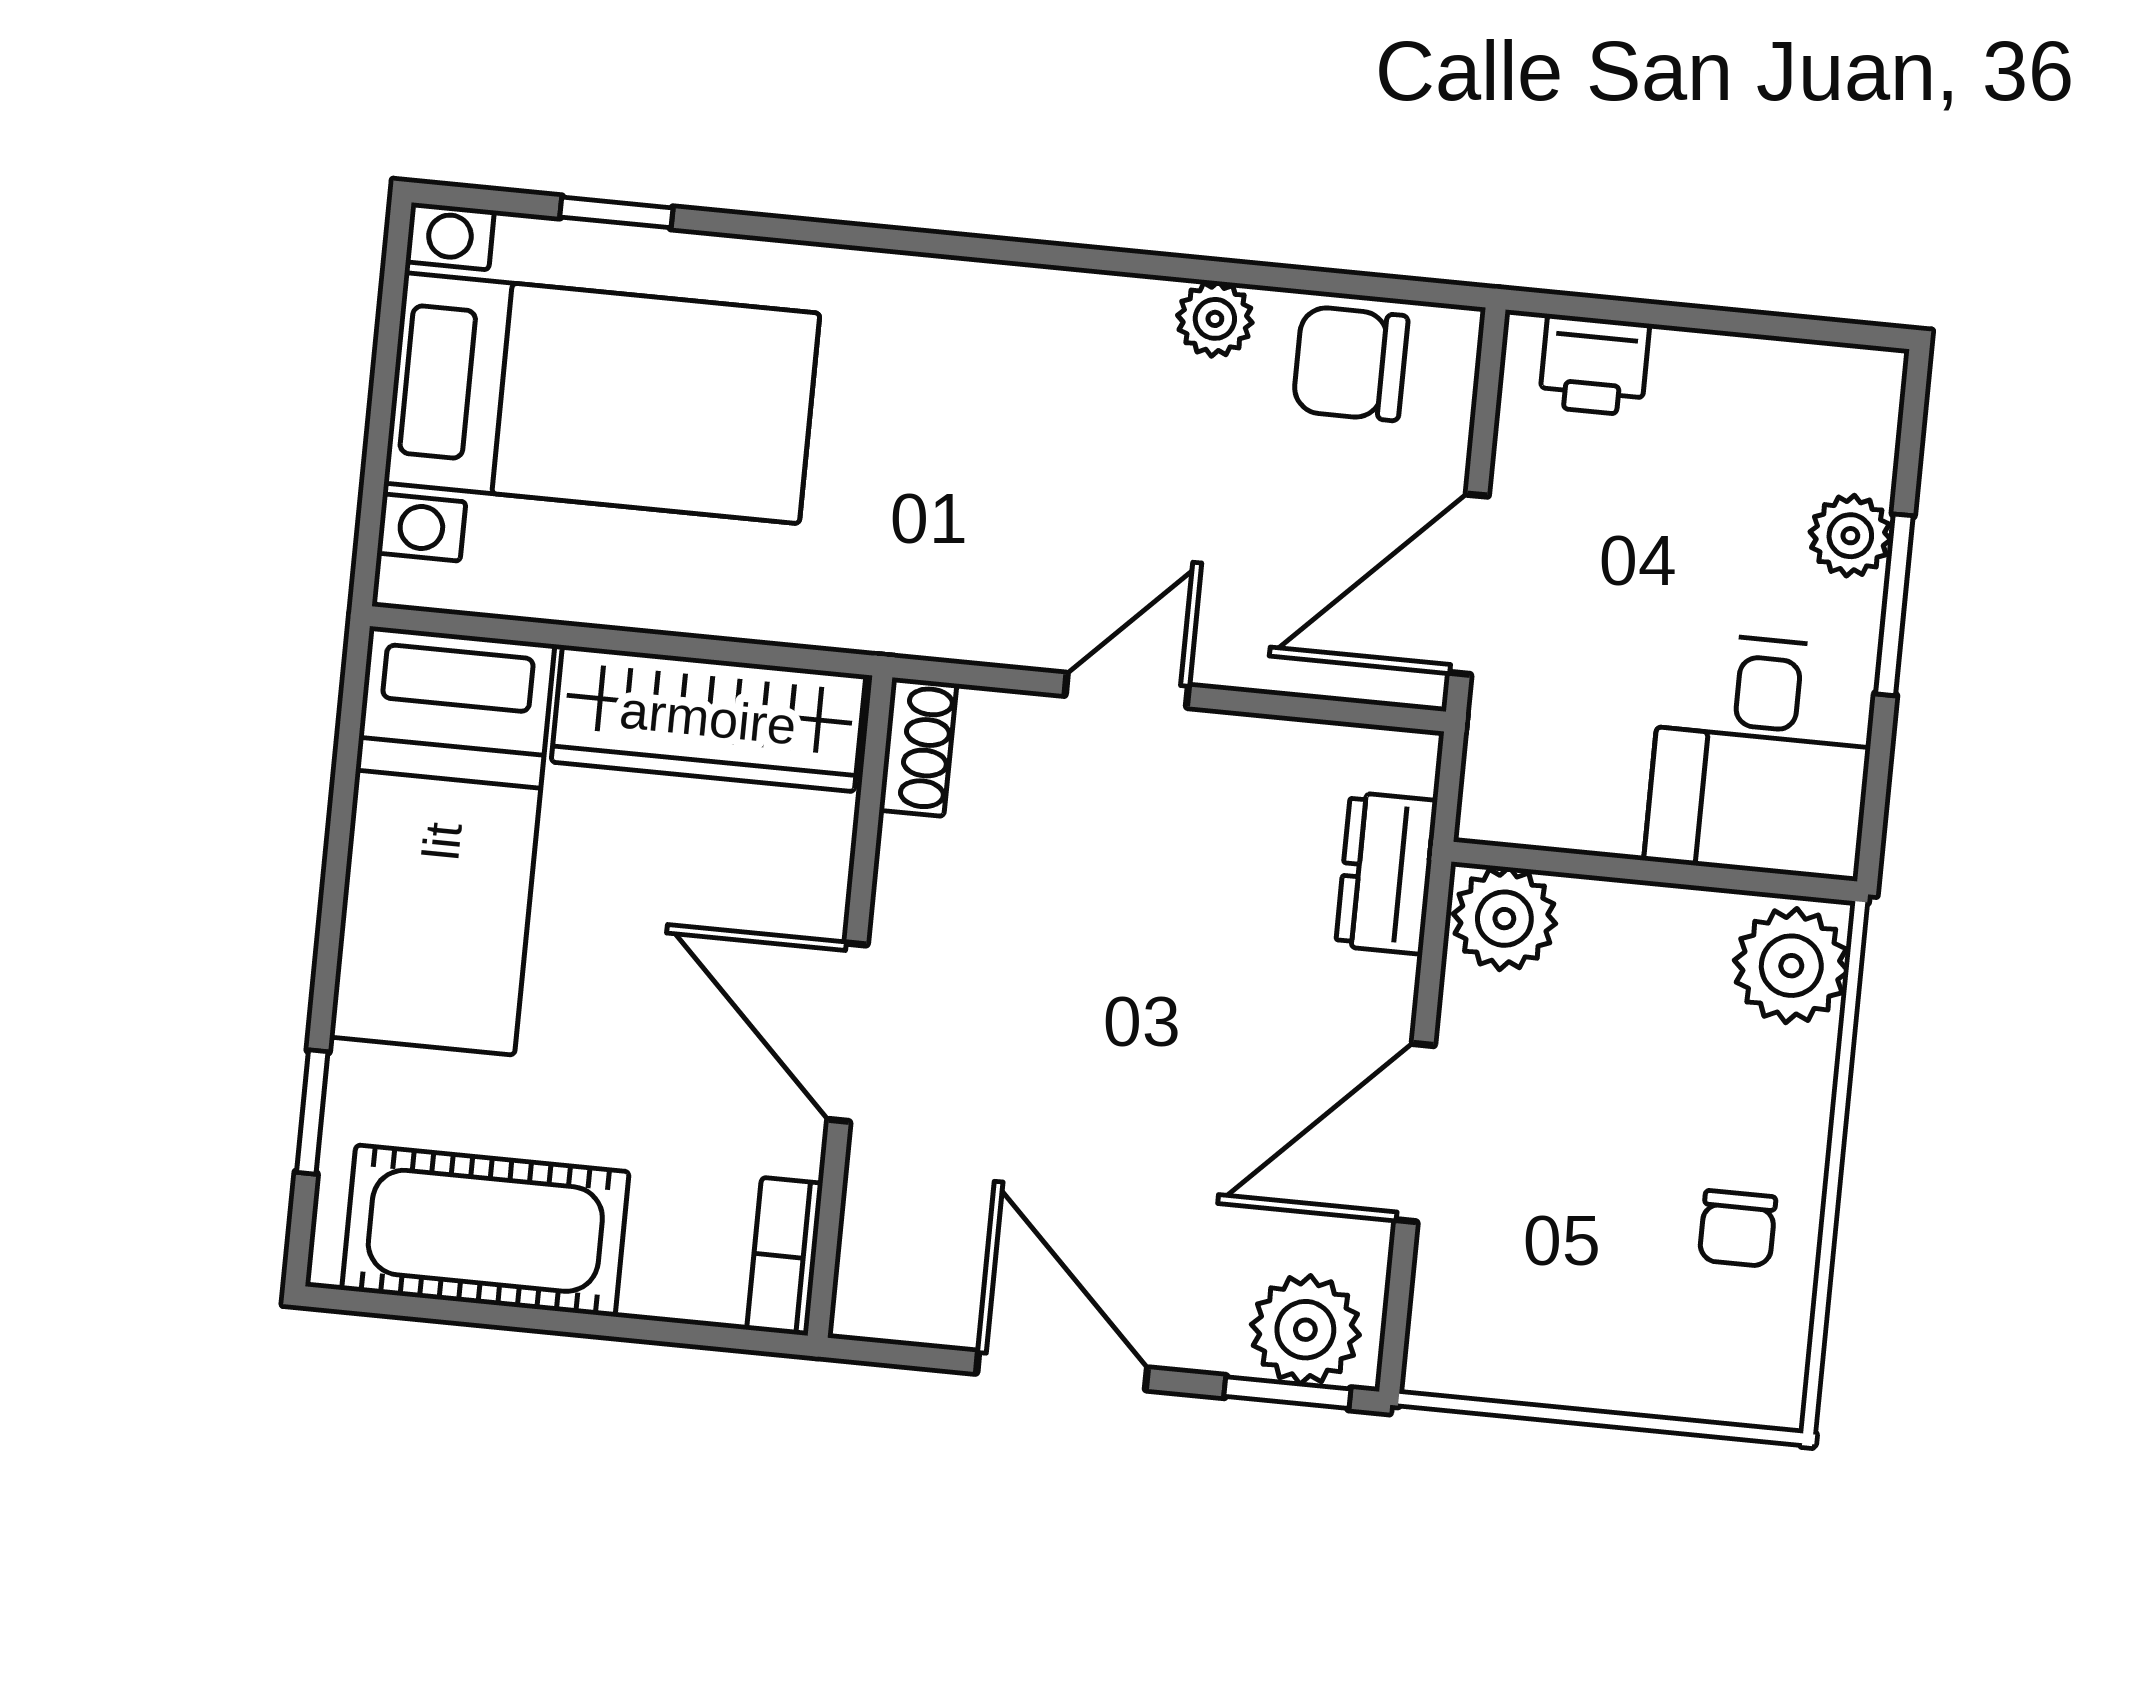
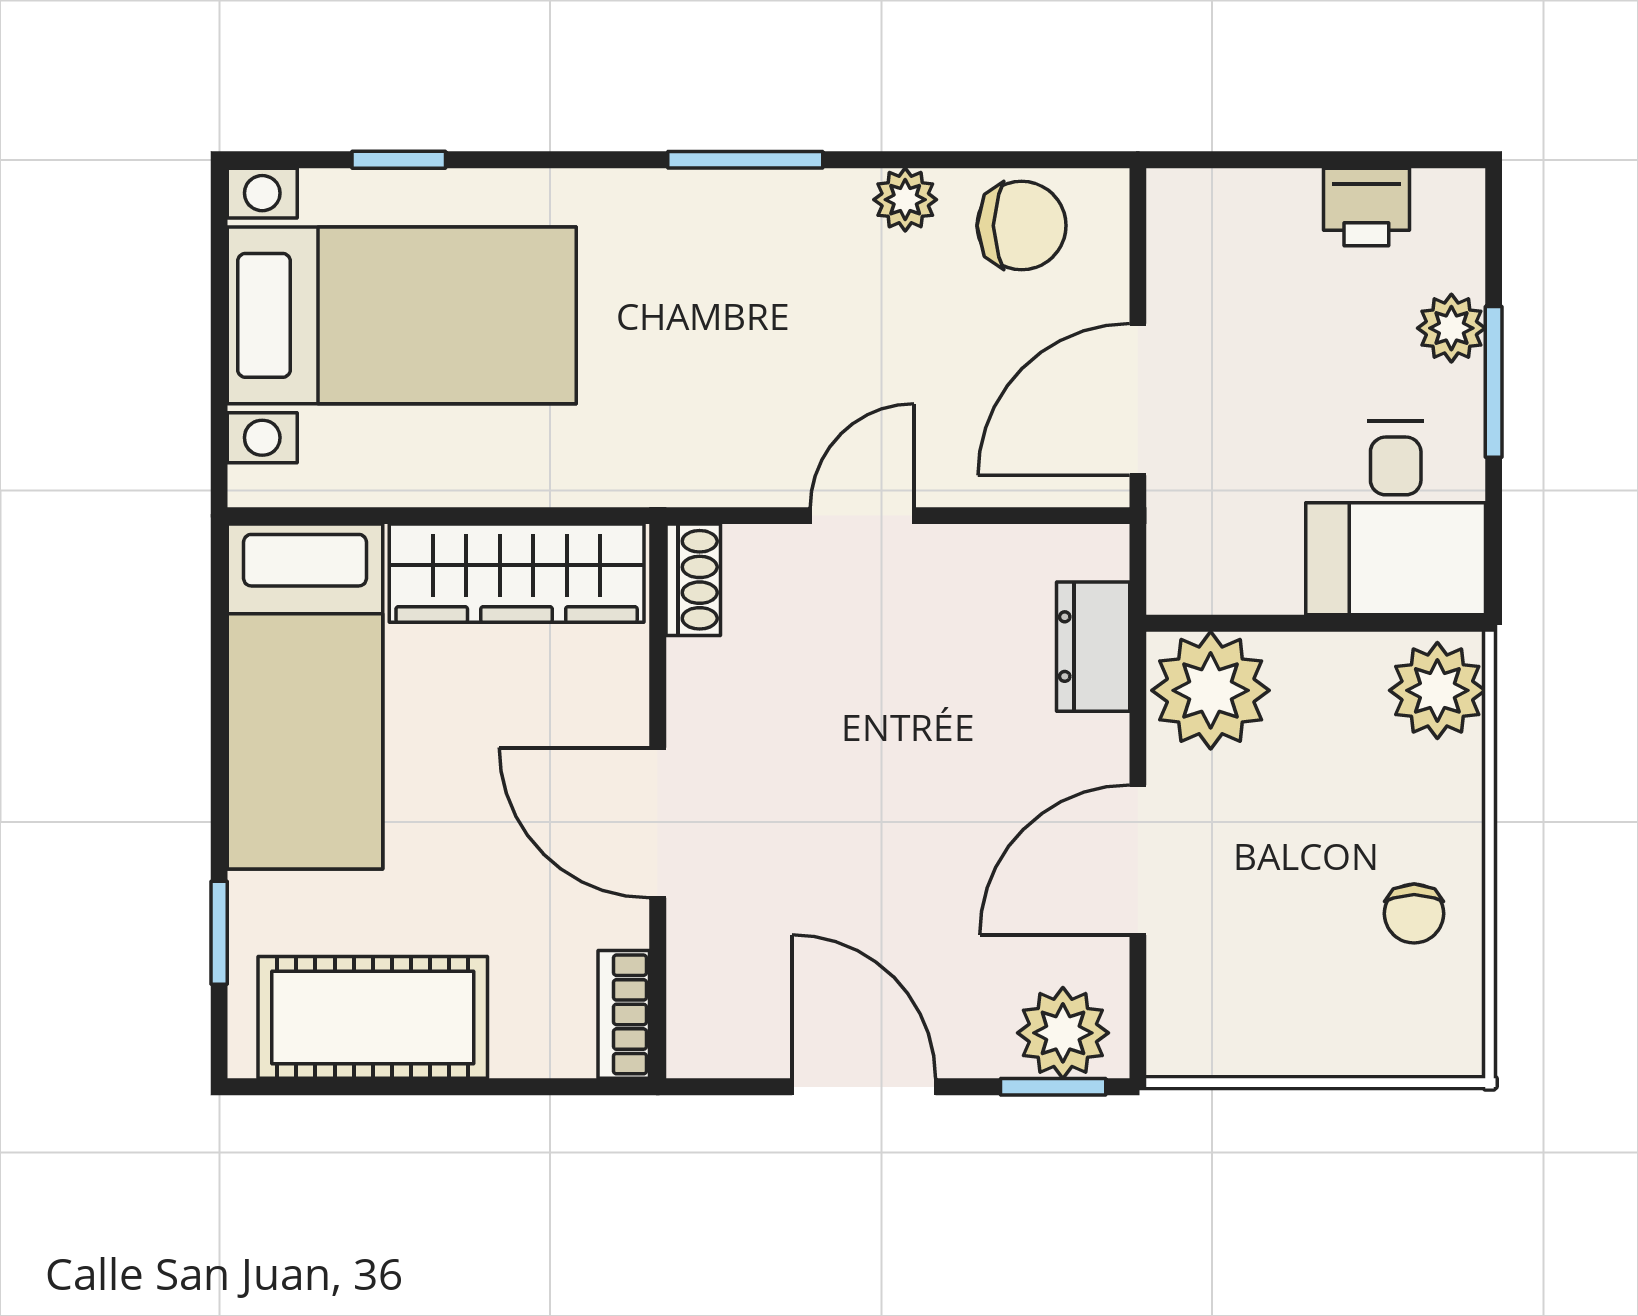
window: (1029, 253) -> (745, 160), added
chair: (1350, 363) -> (1022, 226), turned 180
printer: (1594, 365) -> (1366, 207), moved
plant: (1504, 919) -> (1211, 690), width x1.36, depth x1.36

